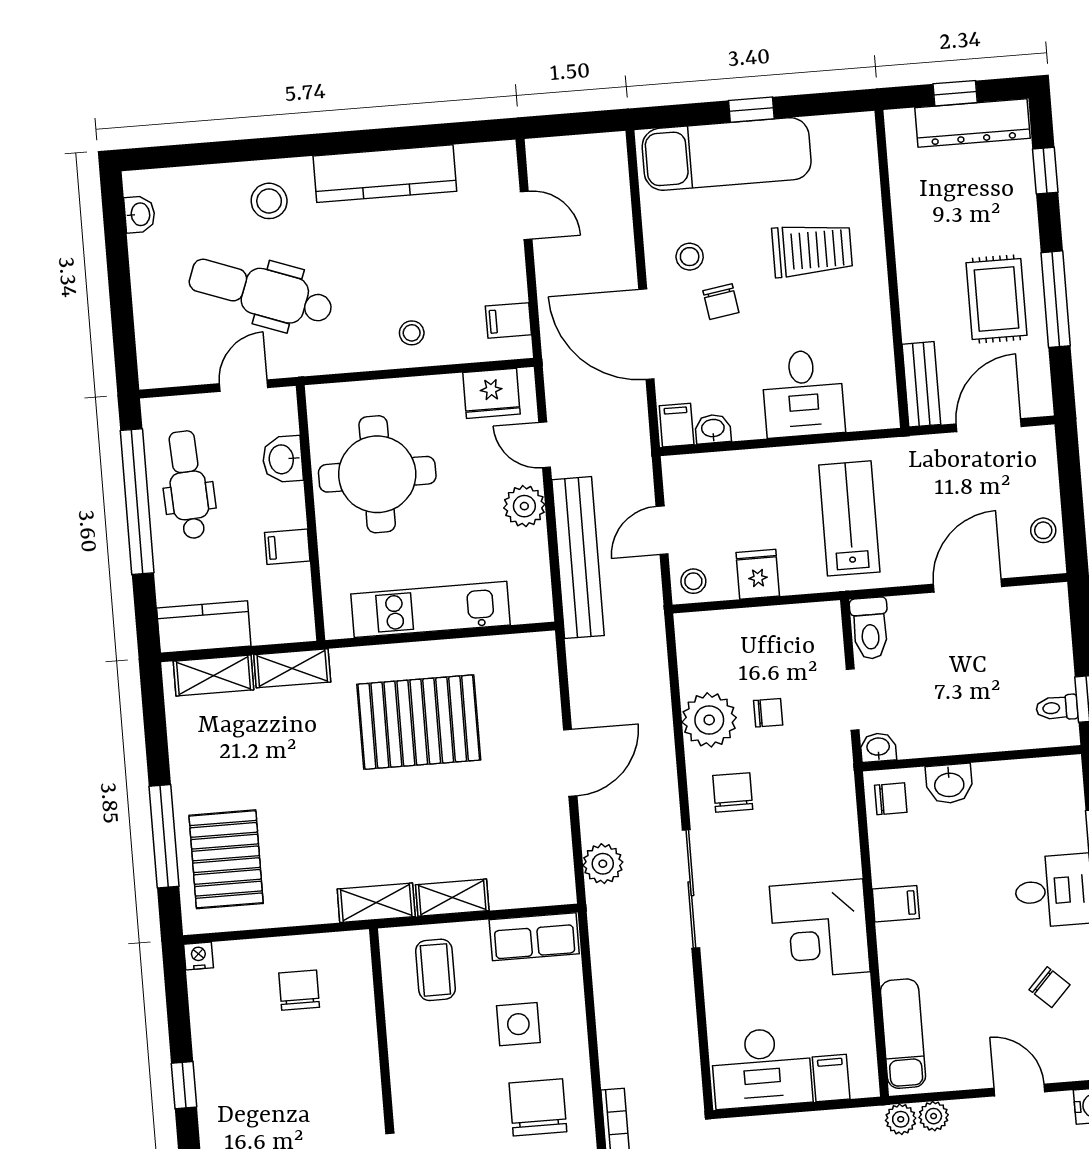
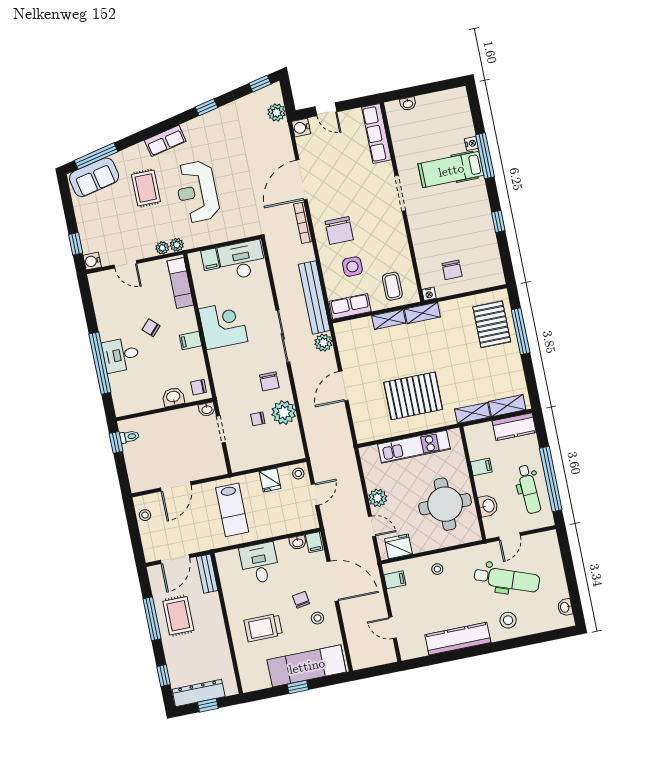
bench: (578, 558) -> (314, 297), moved
toilet: (870, 628) -> (217, 462), removed
nightstand: (198, 956) -> (429, 294), moved
chair: (1050, 987) -> (151, 328), moved

